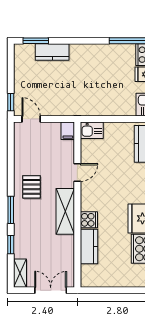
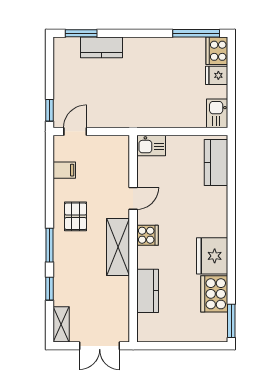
door: (31, 119) -> (75, 131), hinge flipped
filing cabinet: (68, 131) -> (64, 170), moved, turned -90
cooker: (89, 220) -> (147, 235), moved
double door: (51, 290) -> (100, 346), swing flipped

